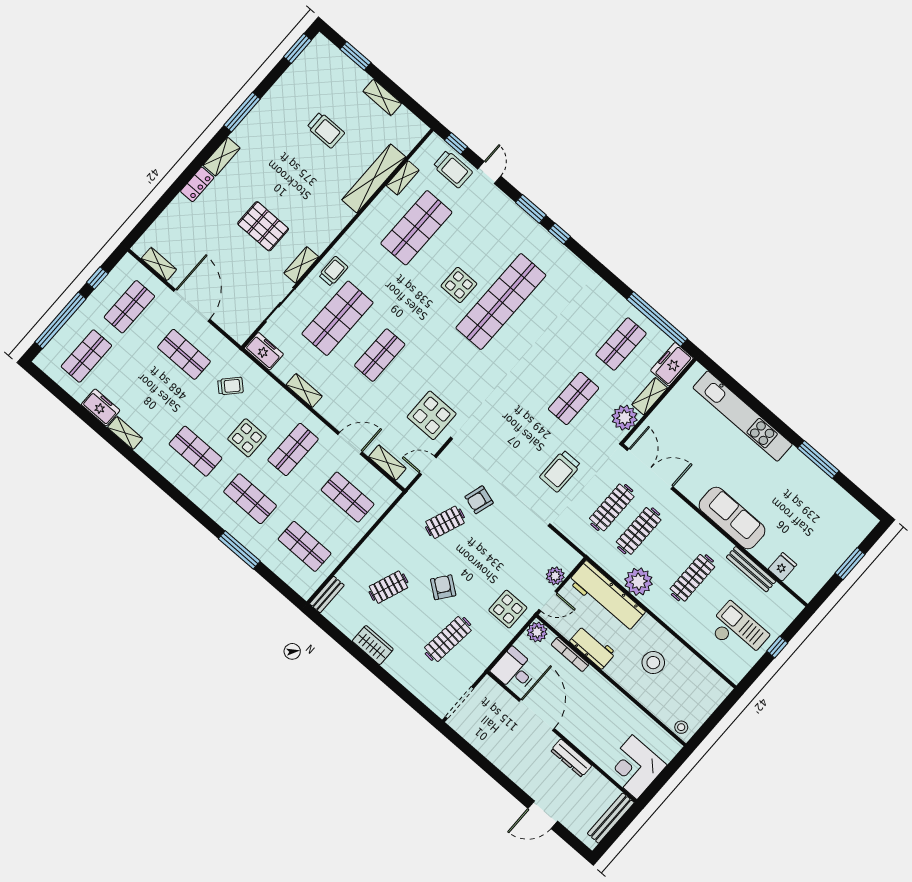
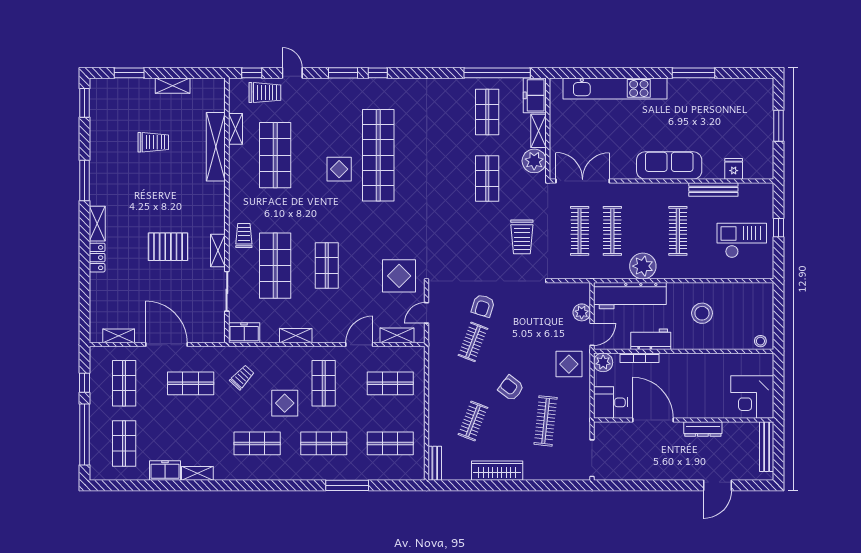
wardrobe: (373, 645) -> (497, 471), width x1.50

